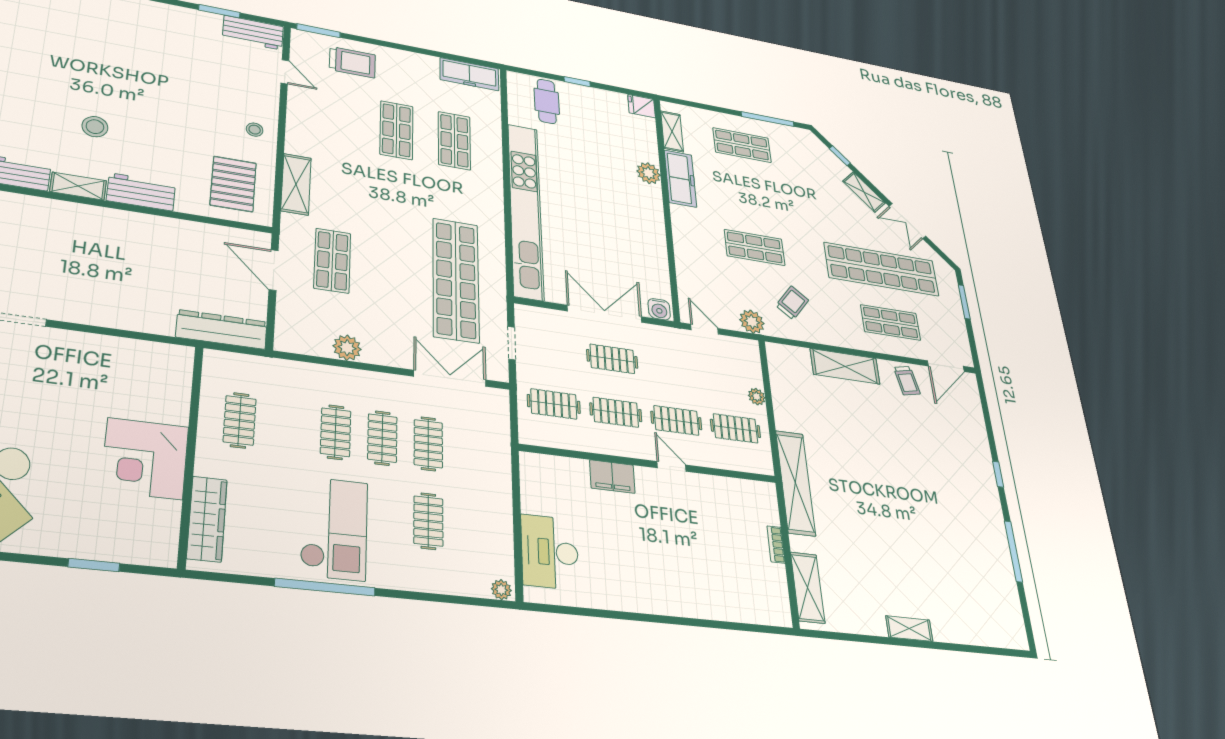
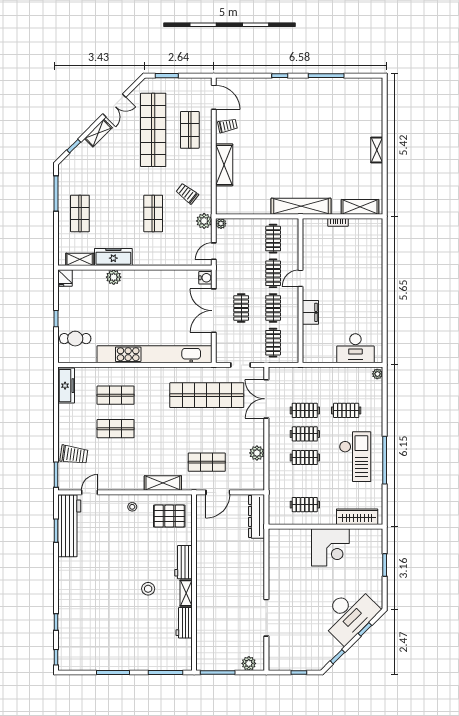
workbench: (253, 33) -> (69, 526), width x1.88, depth x1.32
trolley: (352, 62) -> (74, 455), turned 98
plant: (757, 397) -> (221, 224), moved
checkout: (334, 528) -> (355, 457), turned 90

